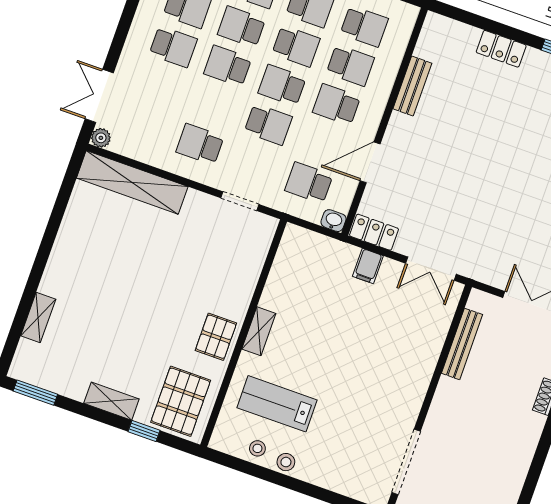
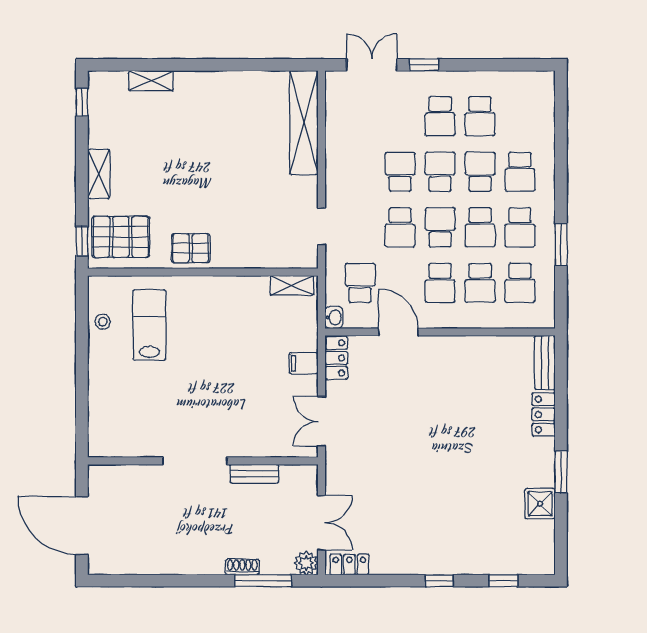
window: (117, 45) -> (424, 65), added
bench: (412, 86) -> (545, 363), moved, turned 90
school desk: (336, 105) -> (440, 283), turned 180
plant: (101, 138) -> (334, 80), removed
school desk: (200, 144) -> (400, 172), moved
shelving: (259, 331) -> (292, 285), moved
bench: (462, 344) -> (254, 474), width x0.73
window: (35, 393) -> (82, 102), width x0.67
window: (144, 431) -> (82, 241), moved
stool: (286, 462) -> (99, 352), removed
doorway: (406, 462) -> (195, 461), moved

